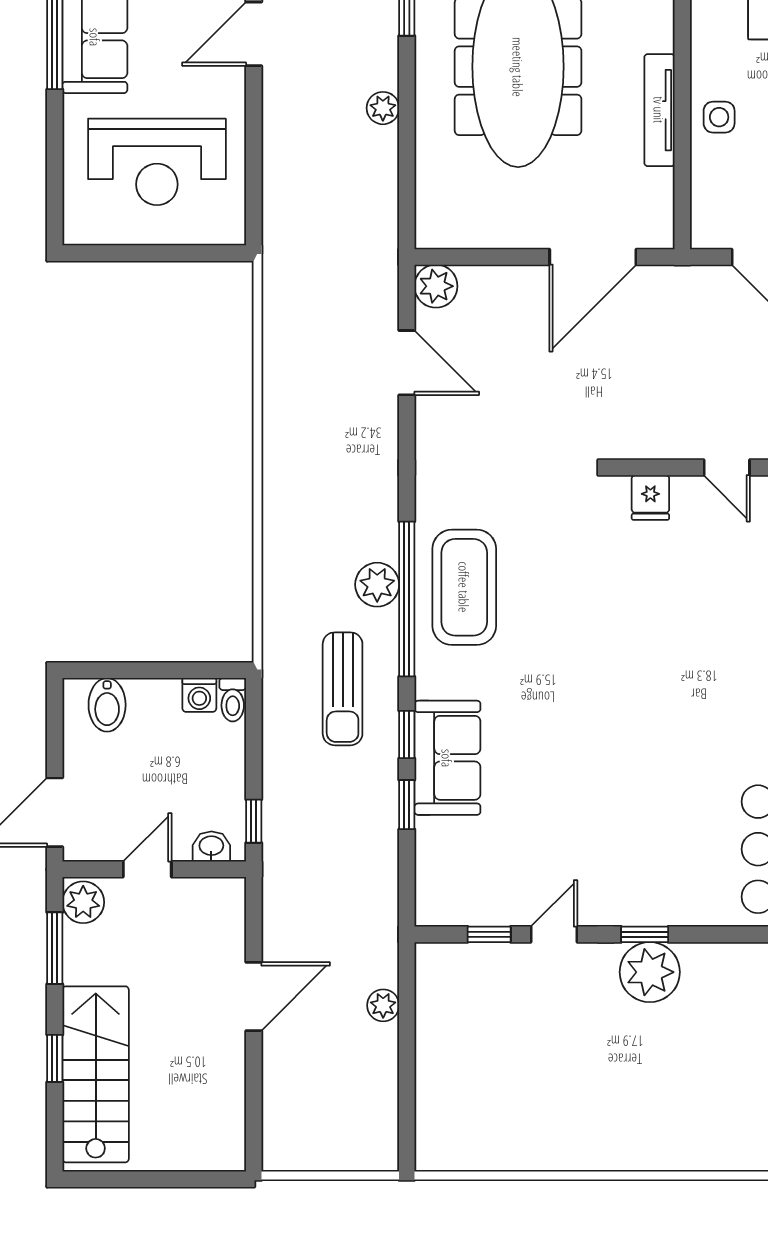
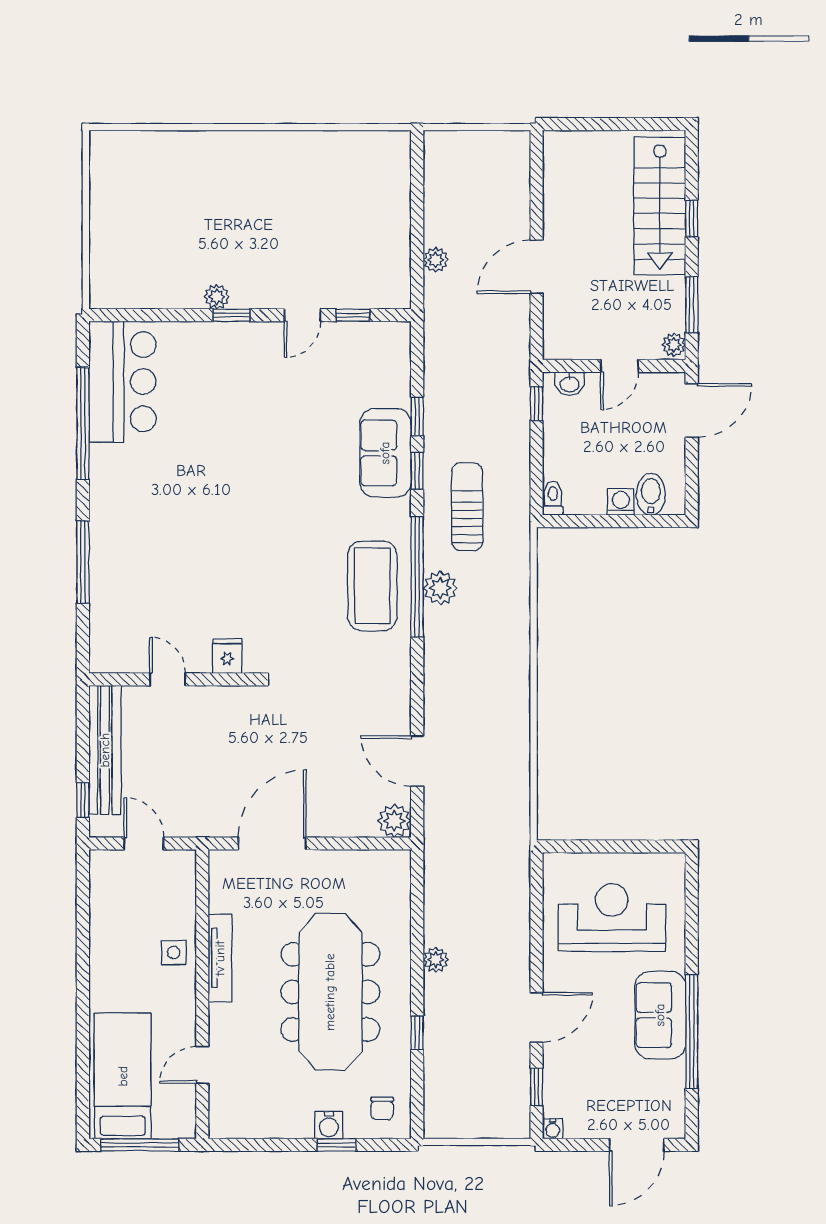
washing machine: (199, 695) -> (621, 502), moved
plant: (83, 902) -> (674, 345), width x0.73, depth x0.73
plant: (650, 972) -> (217, 297), width x0.53, depth x0.53

